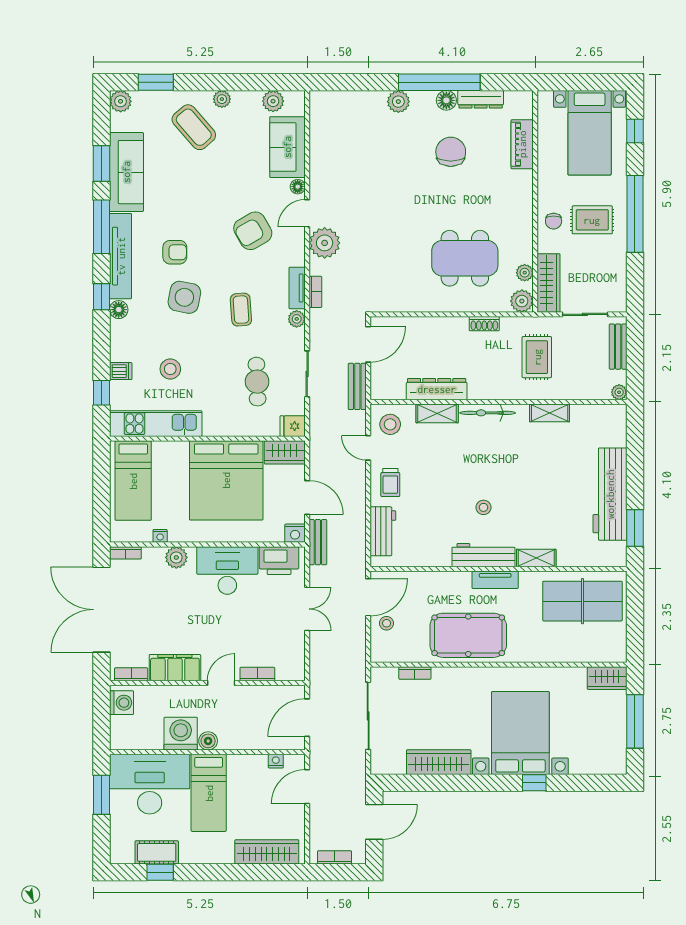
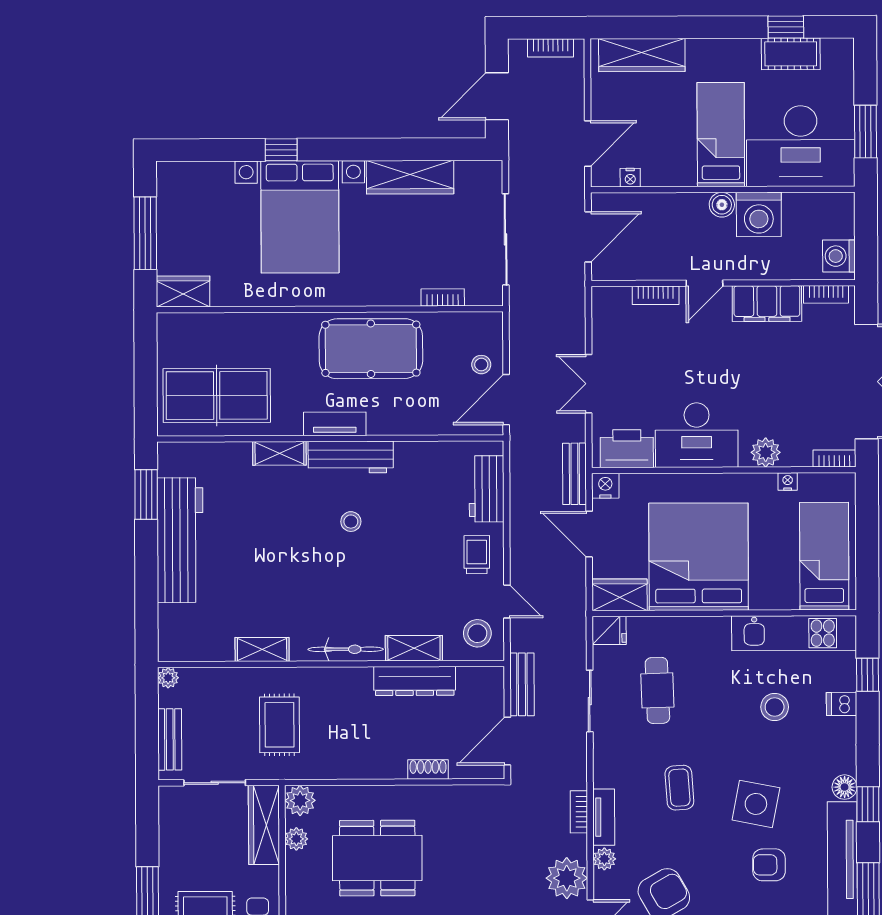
plant: (297, 319) -> (604, 859), moved
shoe rack: (484, 324) -> (428, 769), moved

